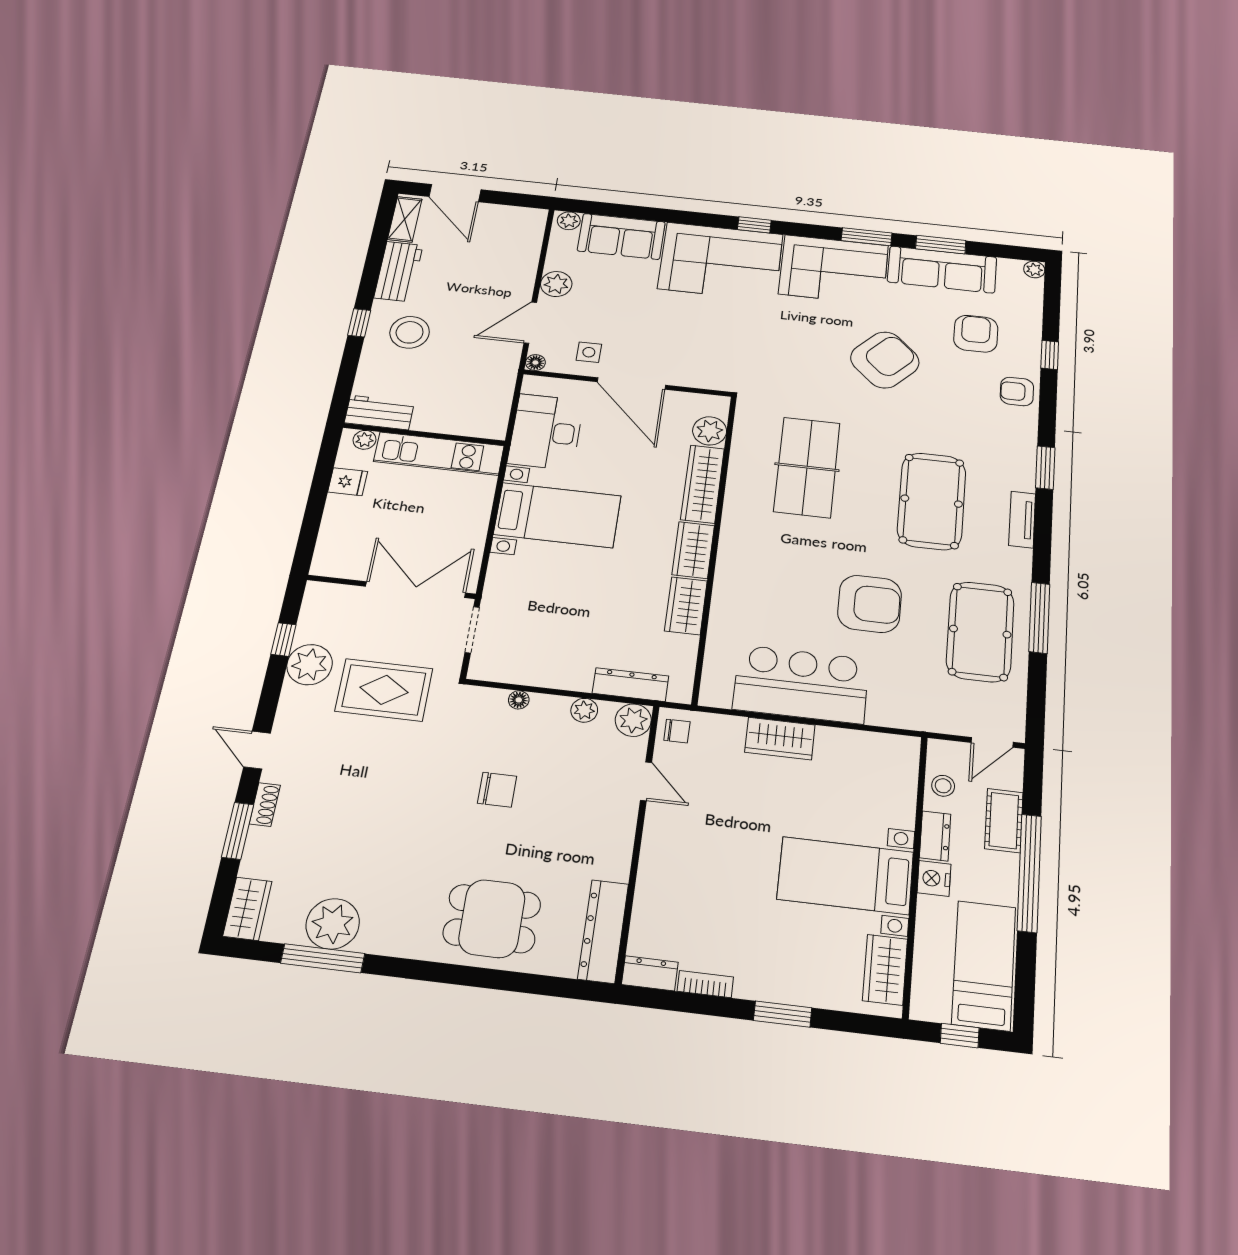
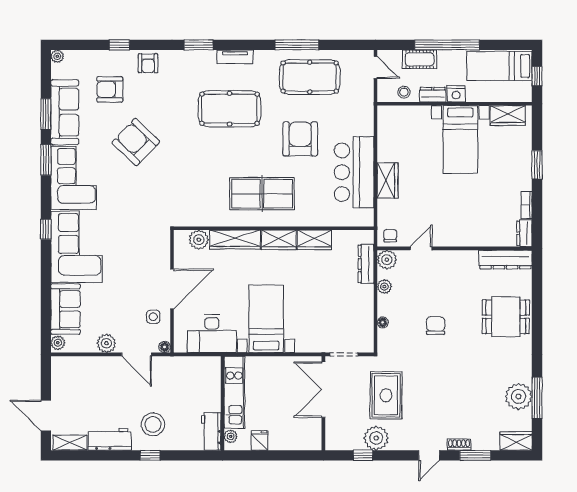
door: (455, 193) -> (46, 416), swing flipped
table tennis table: (807, 467) -> (262, 194), moved
dining table: (492, 919) -> (506, 317), turned 90

